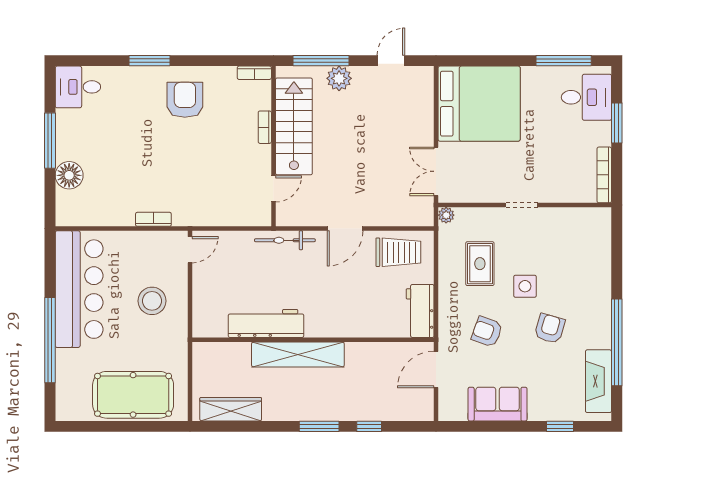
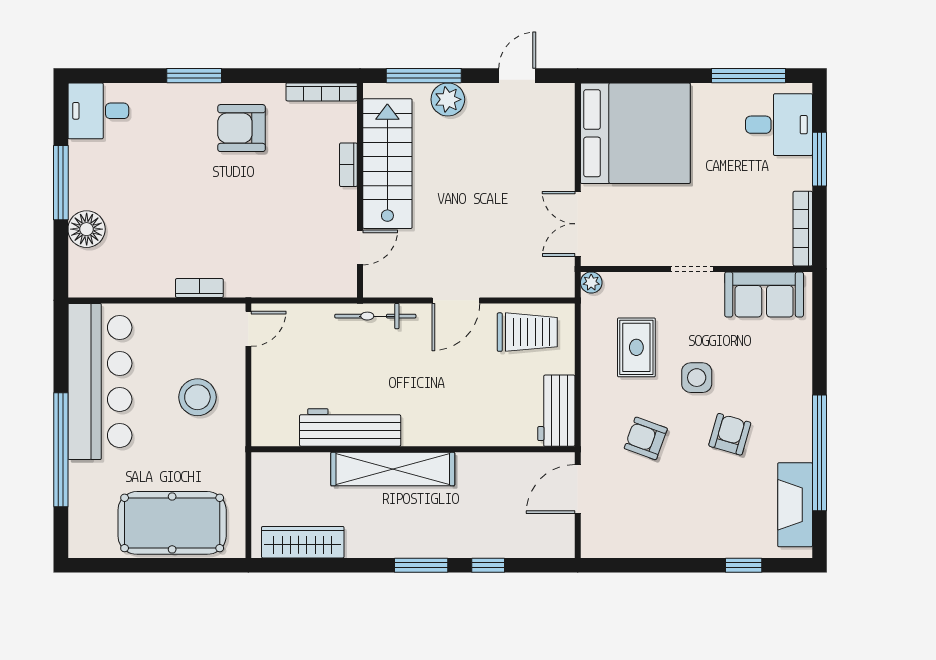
bookcase: (254, 73) -> (322, 92), width x1.56
armchair: (185, 100) -> (242, 128), turned -90
sofa: (498, 404) -> (764, 294), moved, turned 180

